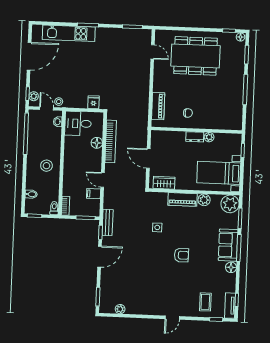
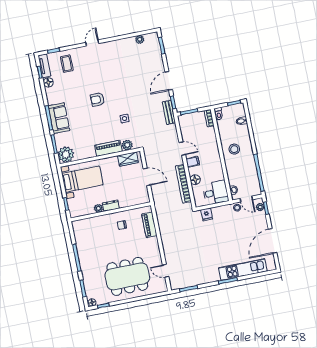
filing cabinet: (94, 194) -> (193, 162), moved
plant: (204, 200) -> (127, 145), moved
floor lamp: (231, 267) -> (48, 82), moved

